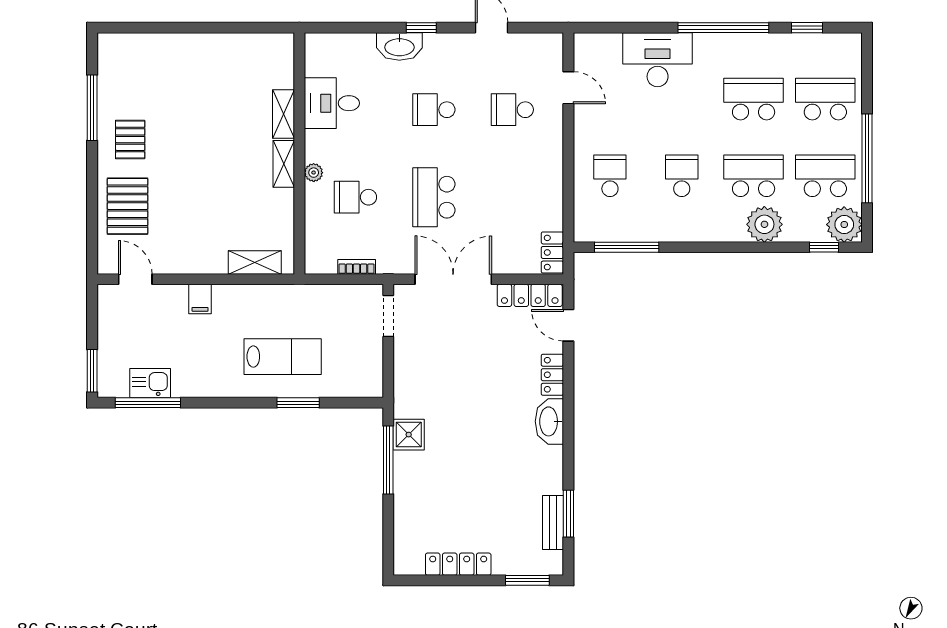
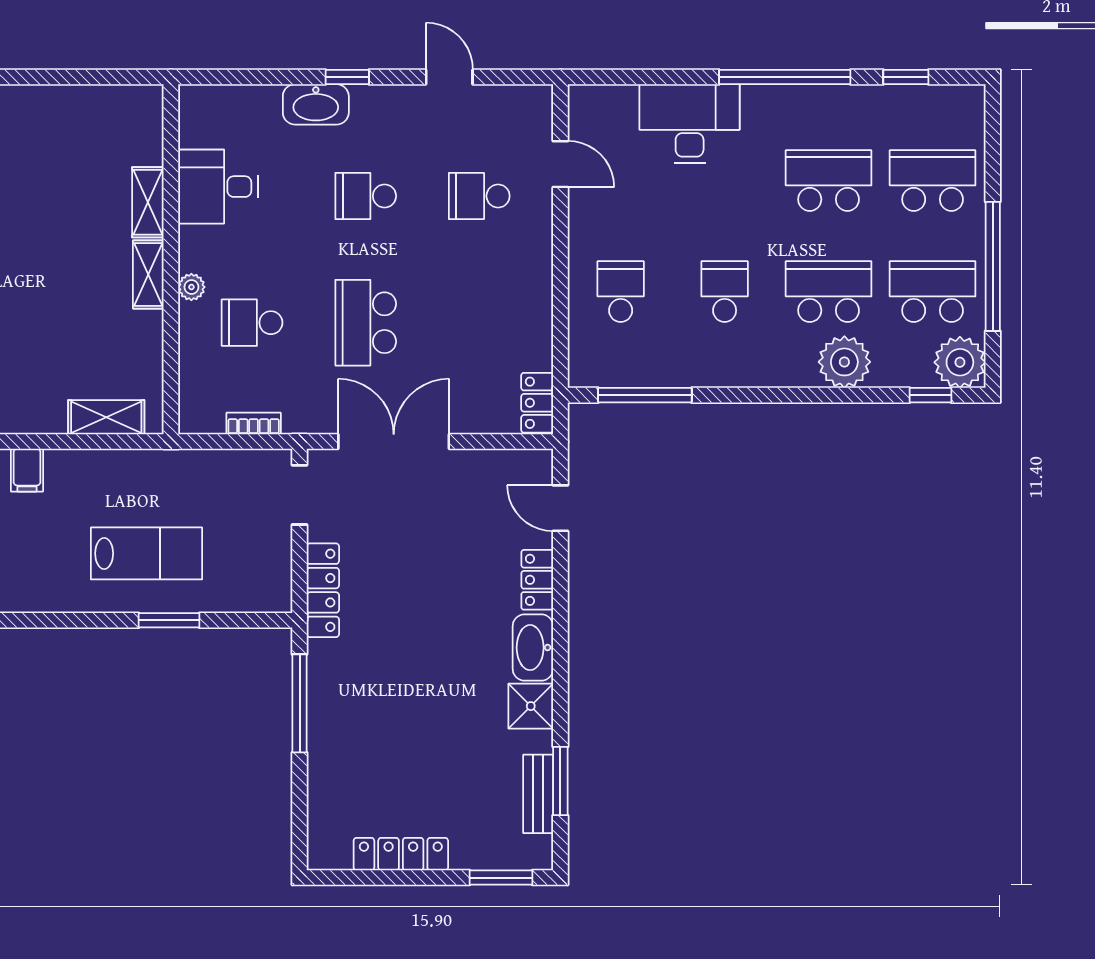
locker: (530, 295) -> (323, 590), moved, turned -90
shower: (409, 435) -> (531, 706), moved

